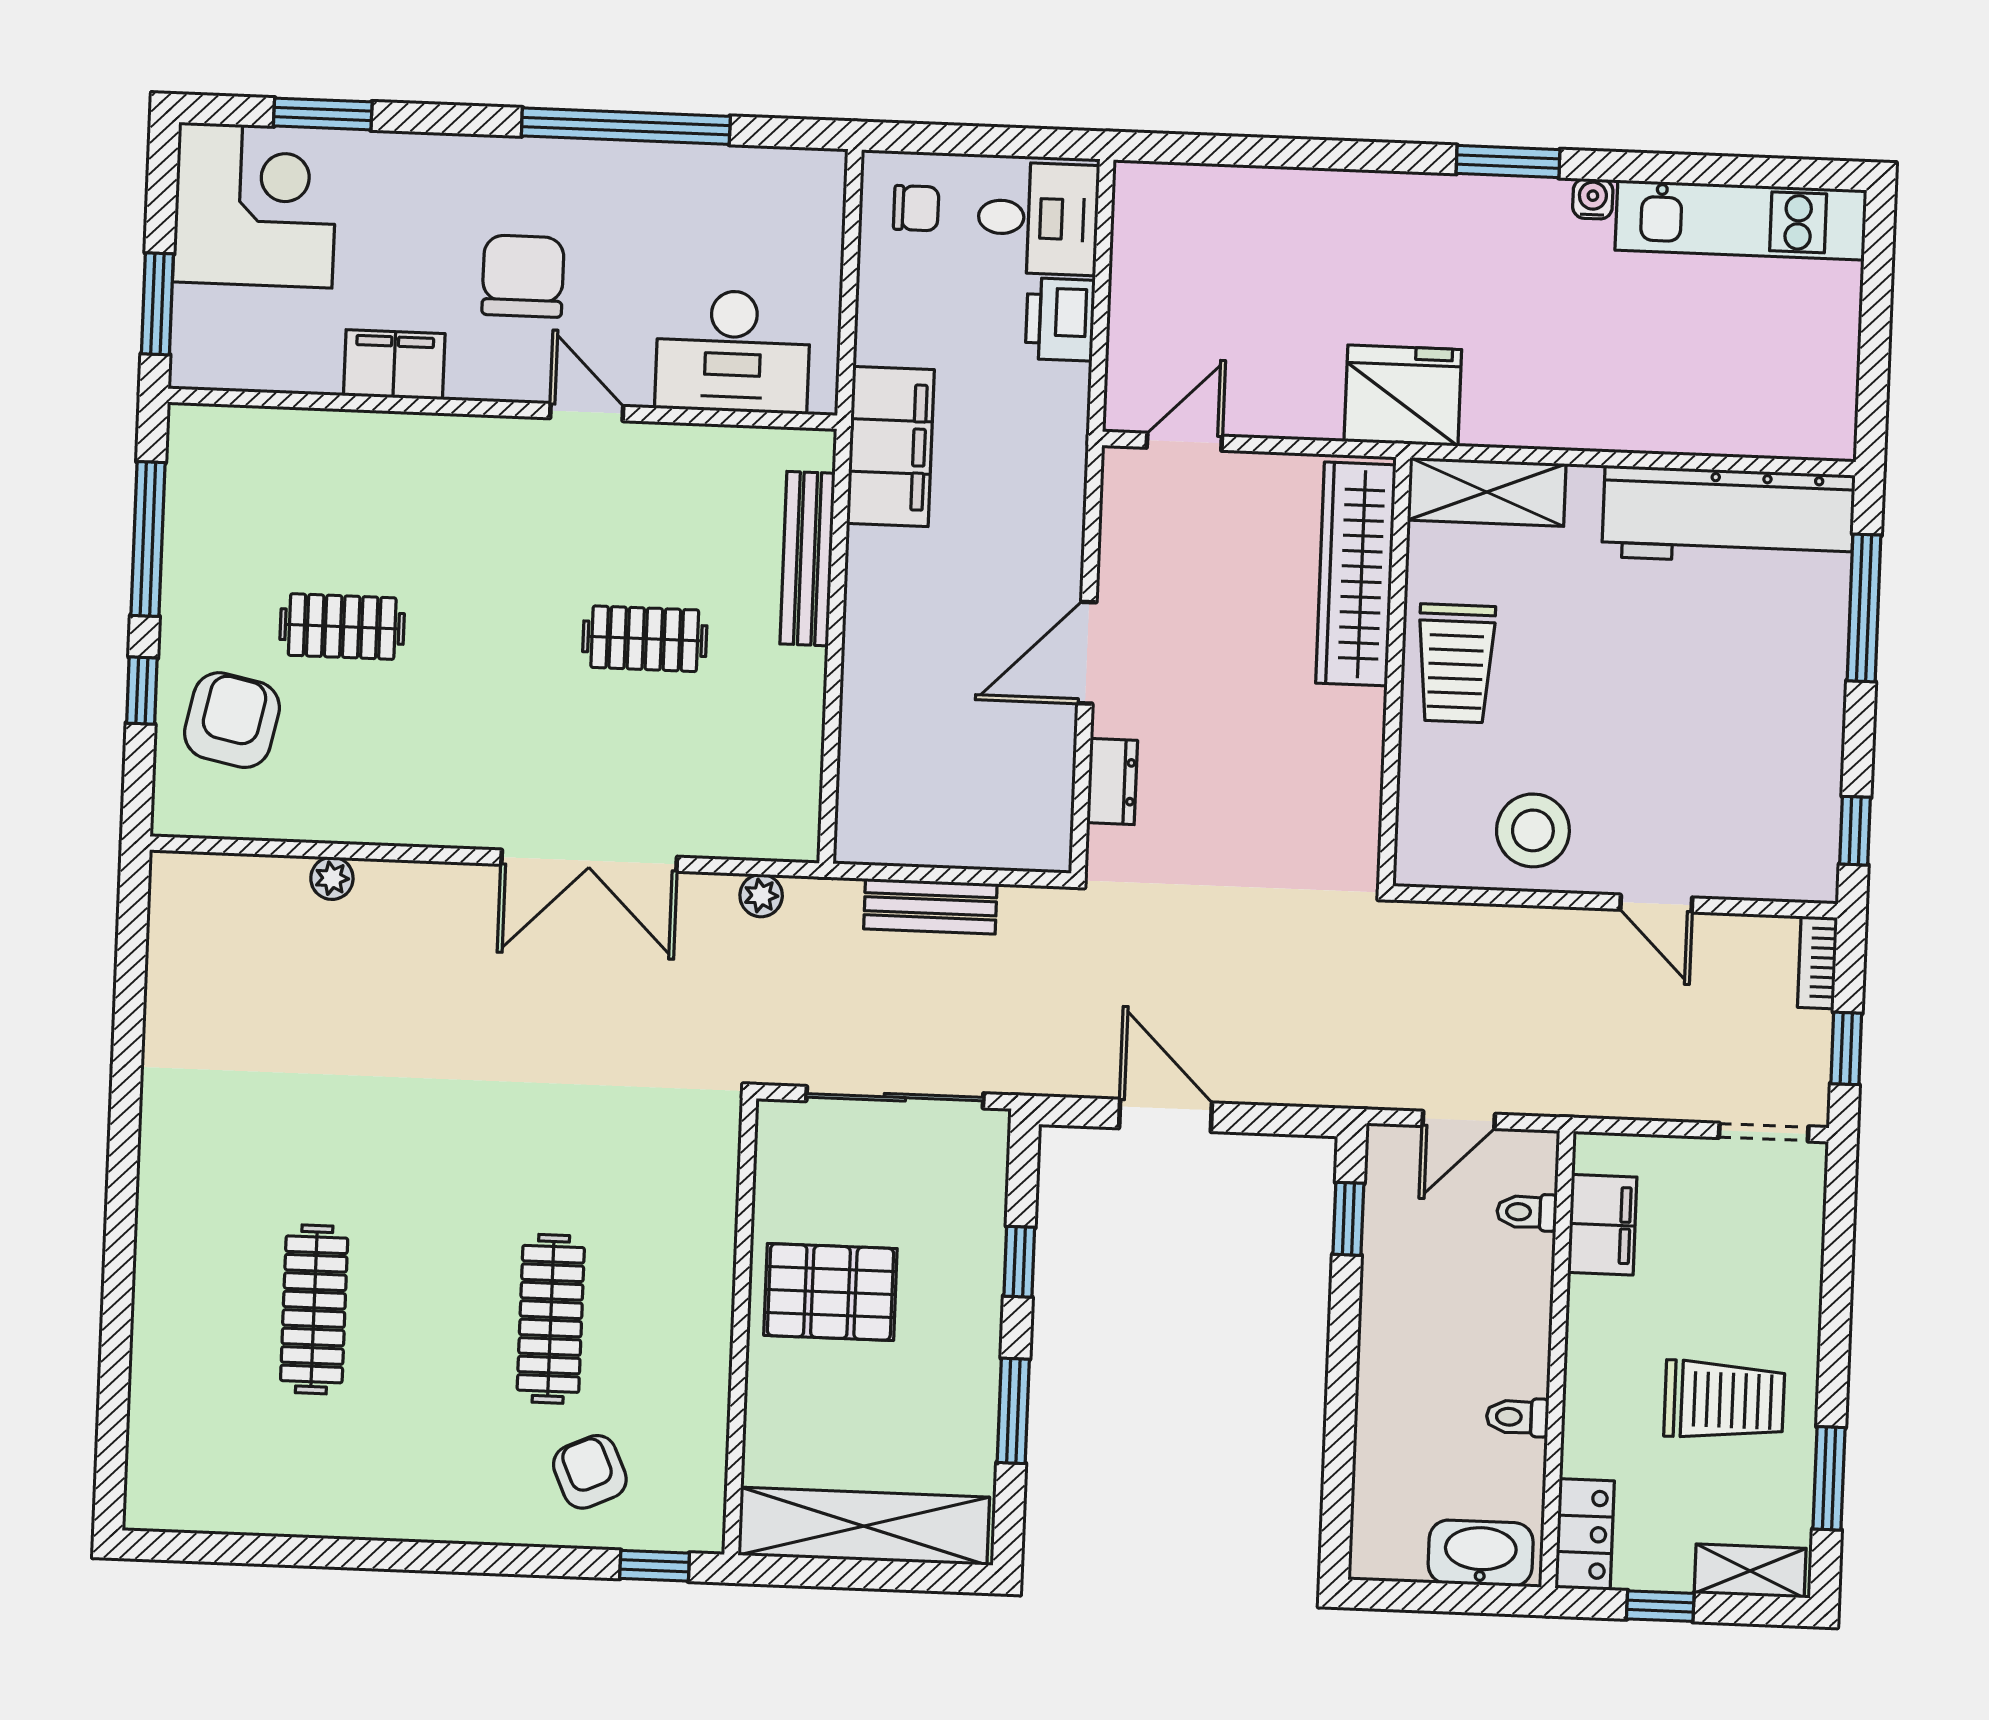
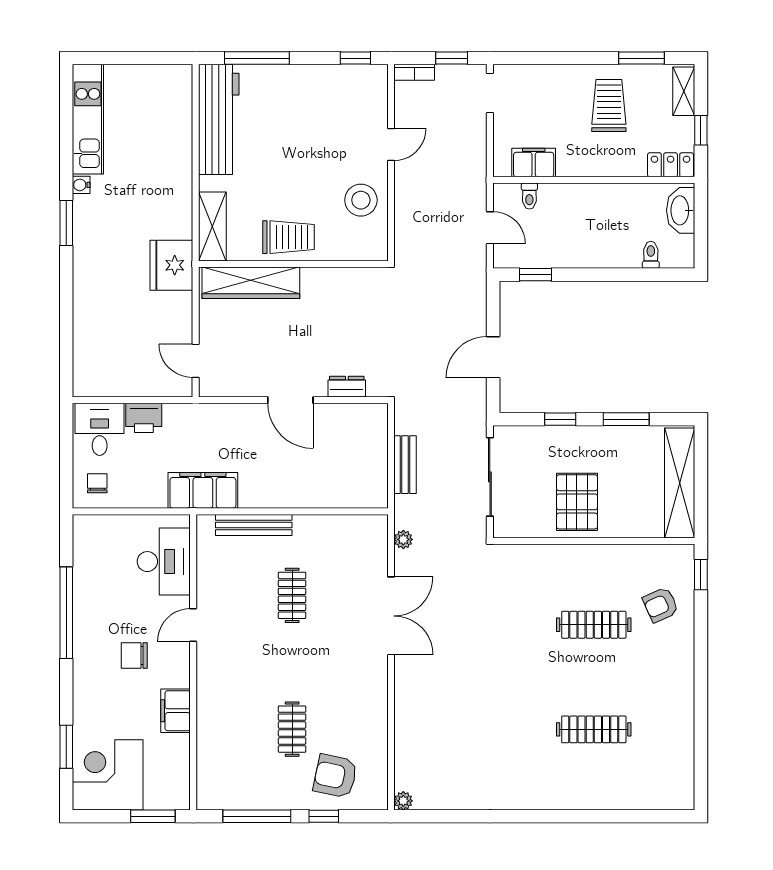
chair: (523, 276) -> (134, 655), width x0.73, depth x0.73
plant: (332, 878) -> (403, 801), moved
toilet: (1517, 1417) -> (651, 255), moved, turned 180

